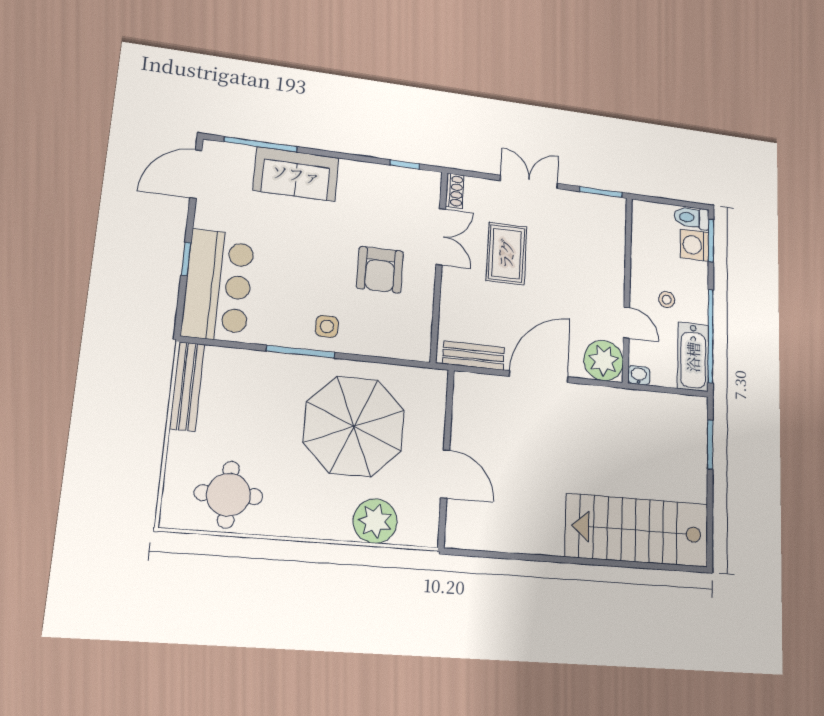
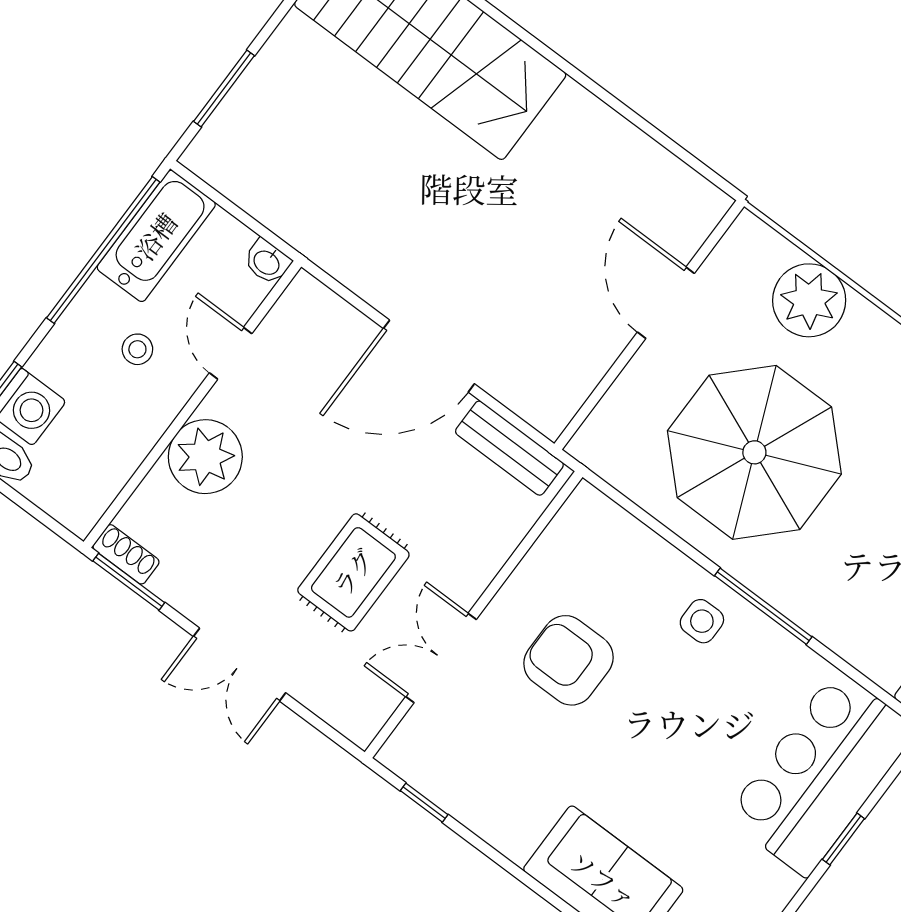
shoe rack: (455, 191) -> (126, 554), moved, turned 90
armchair: (380, 270) -> (569, 660), turned -90
plant: (604, 361) -> (205, 457), moved

